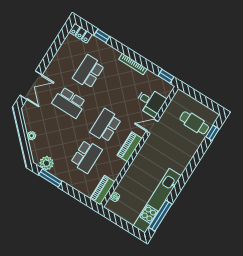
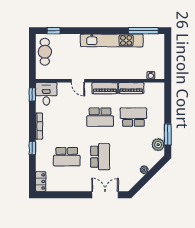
window: (102, 36) -> (32, 148), moved
desk: (150, 102) -> (46, 94), moved
cafe table: (194, 123) -> (45, 52), moved
piano: (102, 190) -> (131, 88), moved
kitchen unit: (157, 201) -> (112, 40), moved

